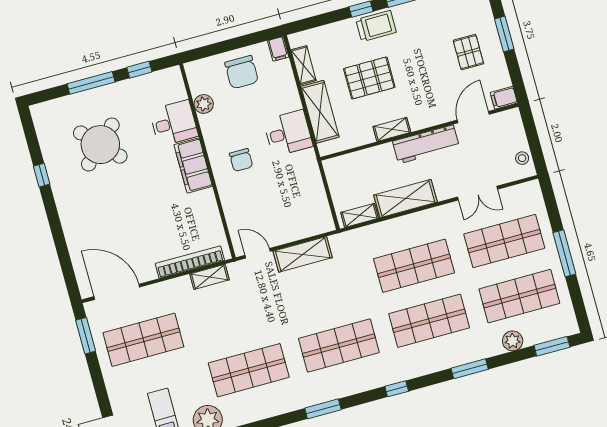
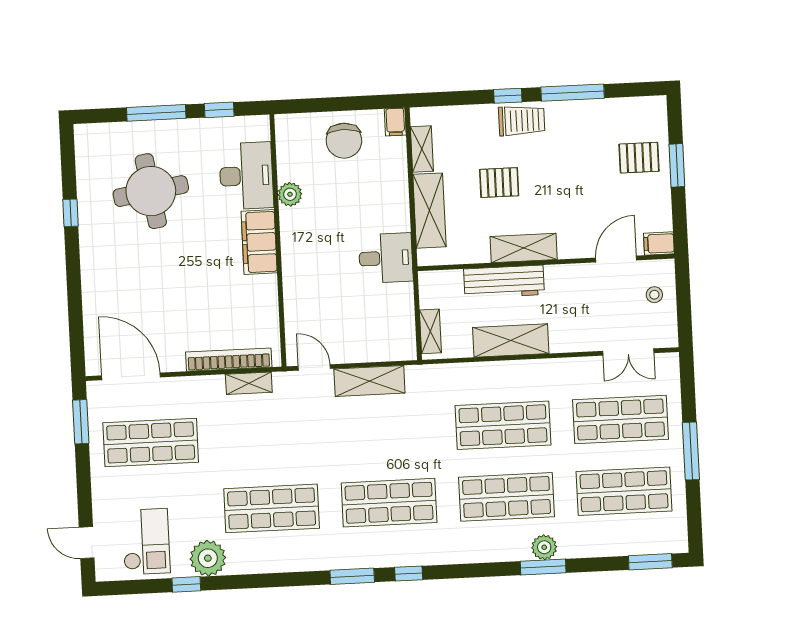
pallet: (468, 52) -> (639, 158), moved, turned 90
pallet: (369, 78) -> (499, 183), width x0.67, depth x0.71
plant: (204, 104) -> (290, 194), moved
desk: (174, 123) -> (246, 176), width x1.37
shelving: (392, 129) -> (524, 248), width x1.50, depth x1.33
desk: (288, 133) -> (386, 258), moved
workbench: (426, 144) -> (504, 282), moved
round table: (100, 145) -> (151, 191), turned 35
stool: (522, 158) -> (654, 295), moved
chair: (241, 160) -> (319, 248), removed
double door: (478, 193) -> (628, 352), moved
shelving: (360, 215) -> (430, 331), moved, turned 90
plant: (513, 341) -> (544, 547), moved
window: (397, 389) -> (409, 574), moved

